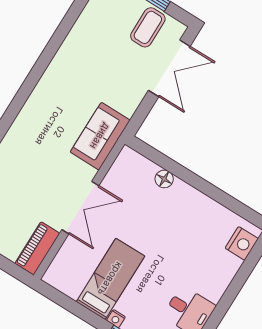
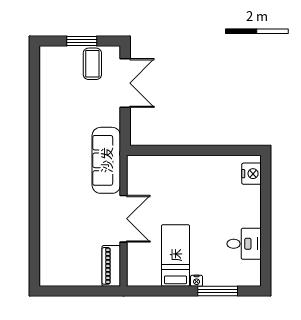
sofa: (100, 136) -> (106, 160), width x1.36
floor lamp: (164, 179) -> (170, 162), removed

